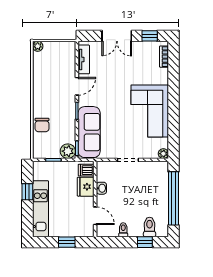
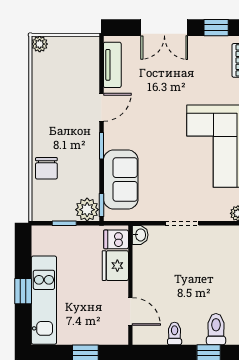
sofa: (89, 132) -> (121, 179), width x0.73
washbasin: (101, 188) -> (140, 235), moved
window: (27, 192) -> (23, 291), moved

